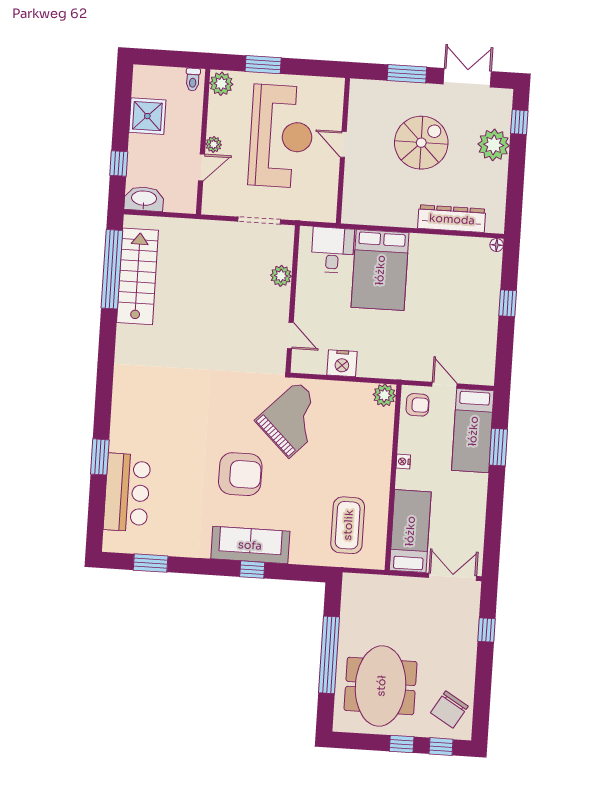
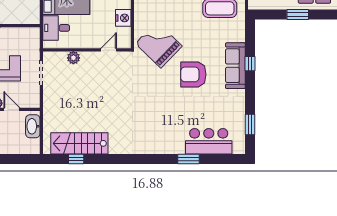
window: (119, 164) -> (13, 159), removed
washbasin: (144, 199) -> (33, 126), moved
window: (112, 269) -> (76, 159), width x0.32
armchair: (240, 474) -> (193, 74), turned -90
window: (329, 655) -> (298, 14), width x0.47

